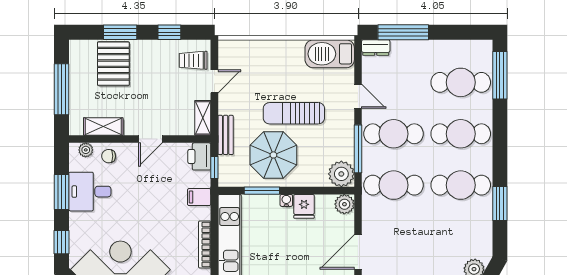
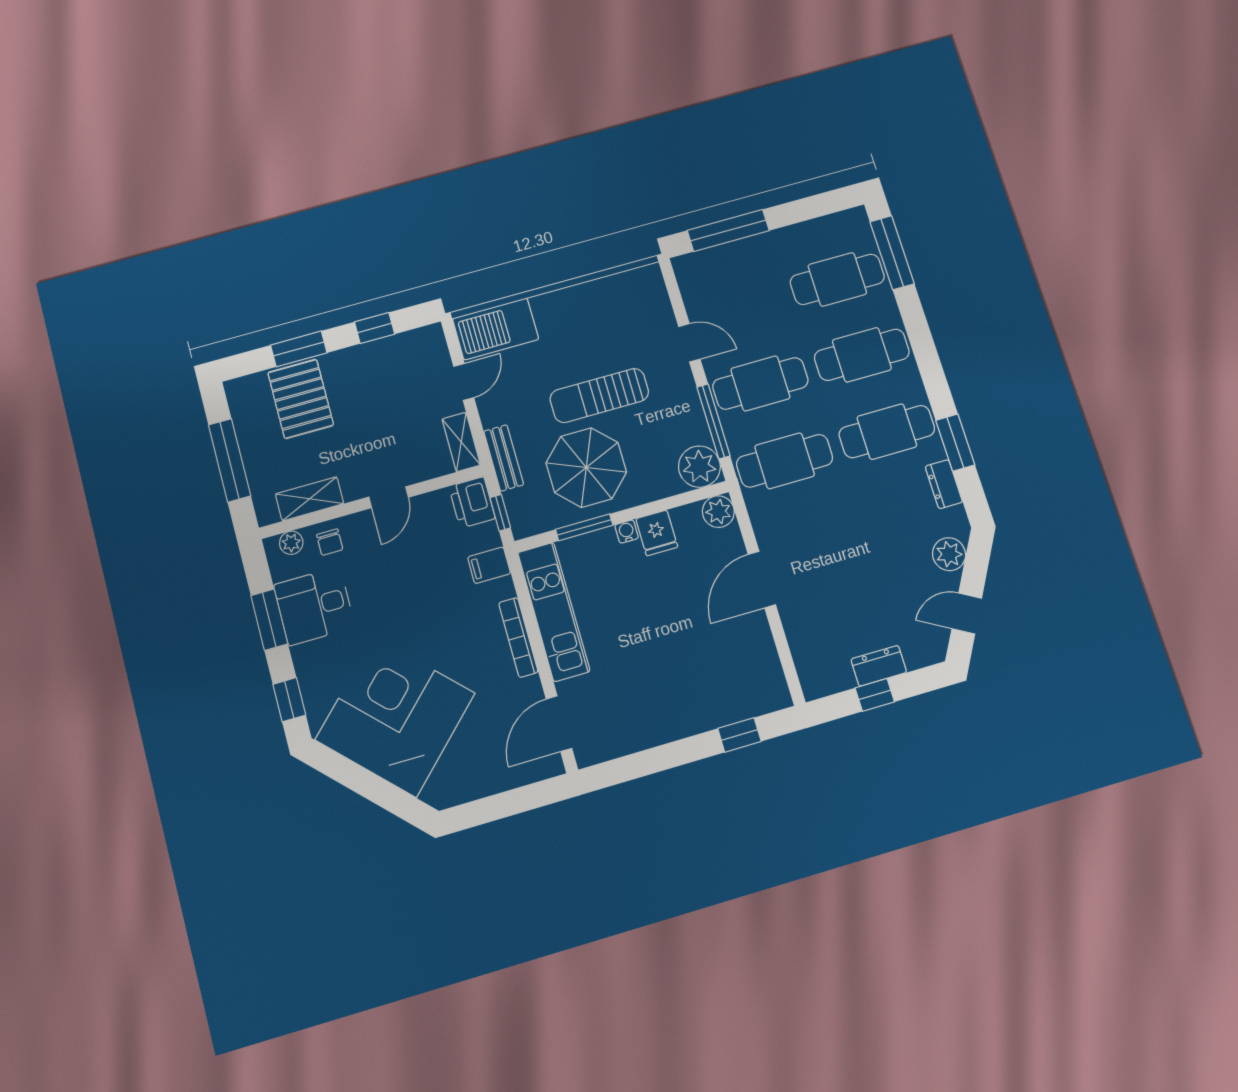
dresser: (376, 47) -> (944, 484), moved, turned 90
barbecue: (330, 54) -> (496, 329), moved
trolley: (193, 60) -> (422, 360), removed
chair: (109, 156) -> (330, 542), turned -90

